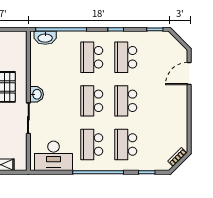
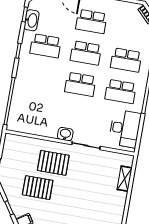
washbasin: (45, 38) -> (32, 20), moved
school desk: (92, 57) -> (91, 22), moved

